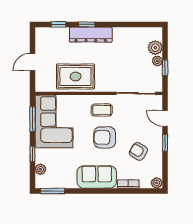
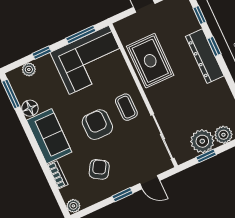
plant: (157, 61) -> (202, 141), width x1.88, depth x1.88
door: (165, 118) -> (150, 182), swing flipped
floor lamp: (69, 182) -> (30, 108), added

